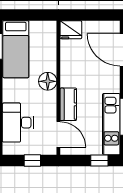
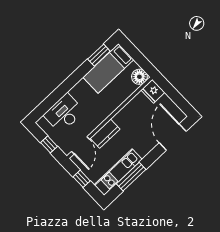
floor lamp: (48, 81) -> (139, 77), moved
window: (99, 160) -> (82, 179), moved

